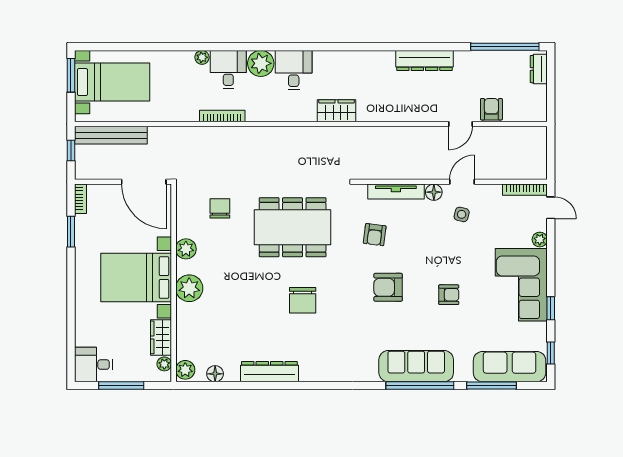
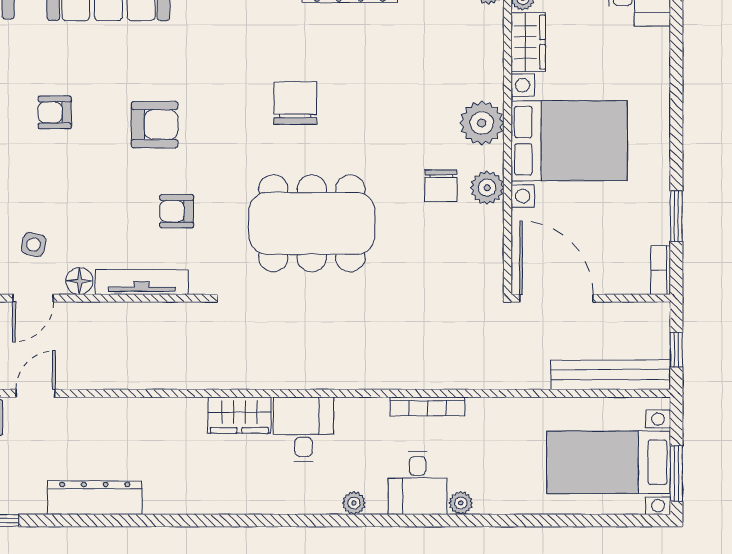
plant: (261, 63) -> (354, 503), width x0.53, depth x0.53
desk: (294, 70) -> (303, 429), moved, turned 180
chair: (220, 208) -> (441, 186), moved
armchair: (375, 235) -> (177, 211), turned -97

